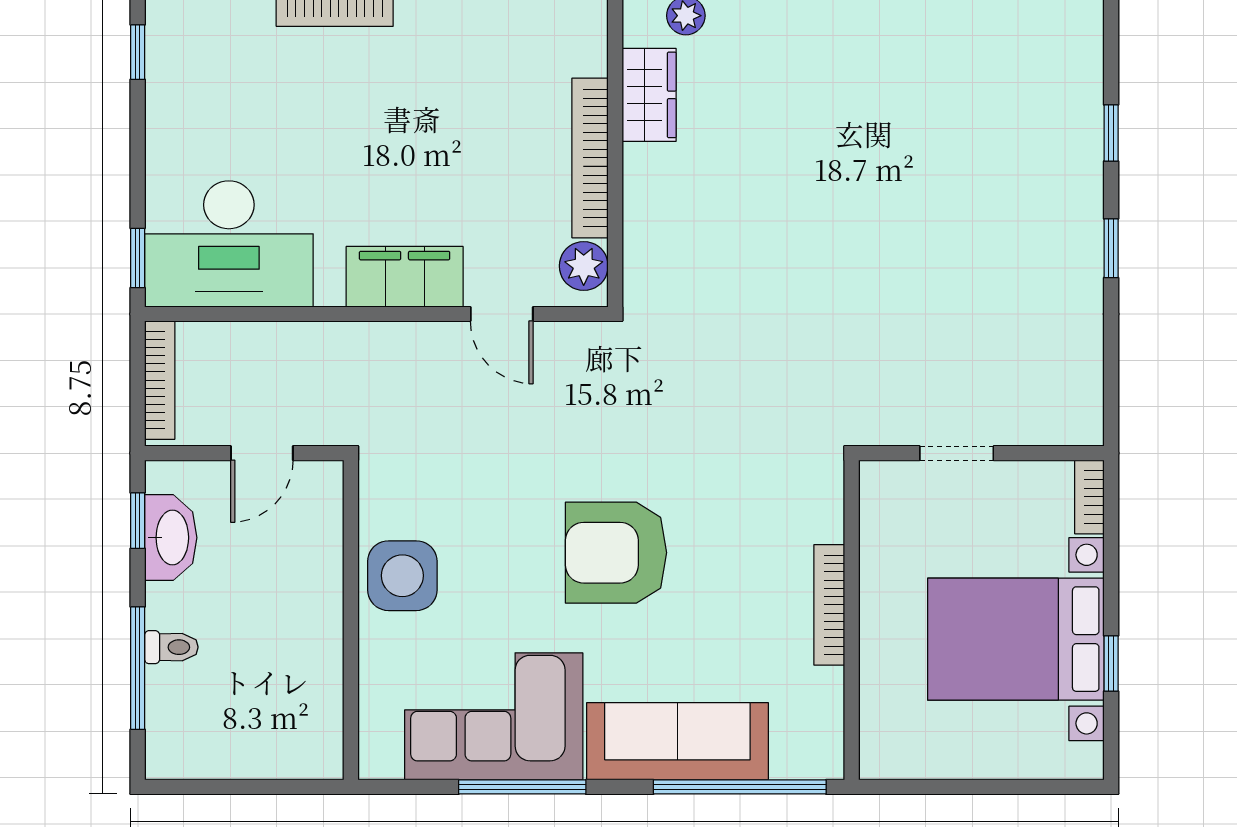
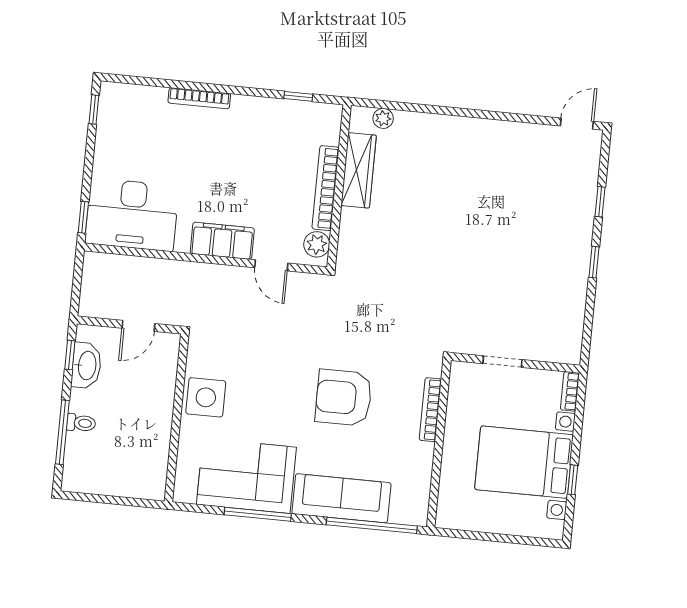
wardrobe: (649, 95) -> (359, 170), width x1.50
bookcase: (160, 380) -> (89, 282), removed
armchair: (616, 553) -> (344, 398), moved
bookcase: (829, 605) -> (430, 410), moved

